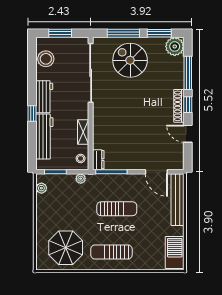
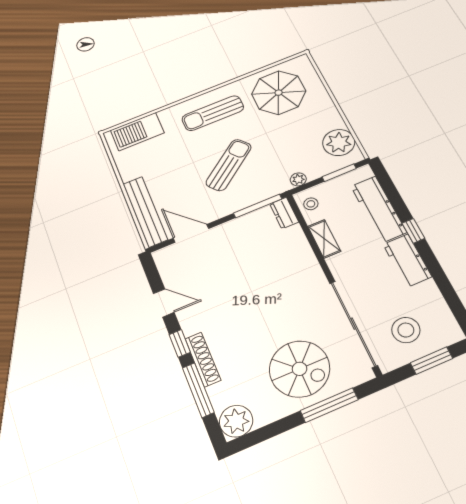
window: (159, 33) -> (270, 431), removed
stool: (46, 59) -> (406, 330), moved
shoe rack: (179, 106) -> (203, 359), moved
plant: (41, 188) -> (339, 142), width x1.87, depth x1.87
sun lounger: (117, 209) -> (229, 165), turned 141
sun lounger: (111, 252) -> (213, 113), turned 180
barbecue: (175, 253) -> (137, 132), moved, turned 90

